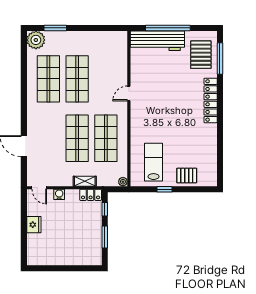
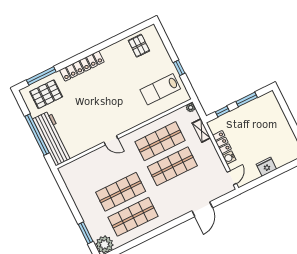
pallet: (187, 176) -> (139, 46), moved
shelving: (85, 181) -> (201, 130), moved
locker: (91, 195) -> (222, 142), moved

